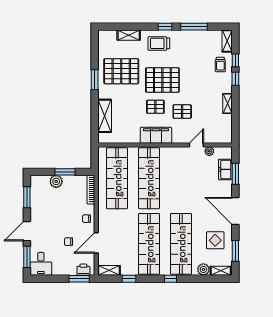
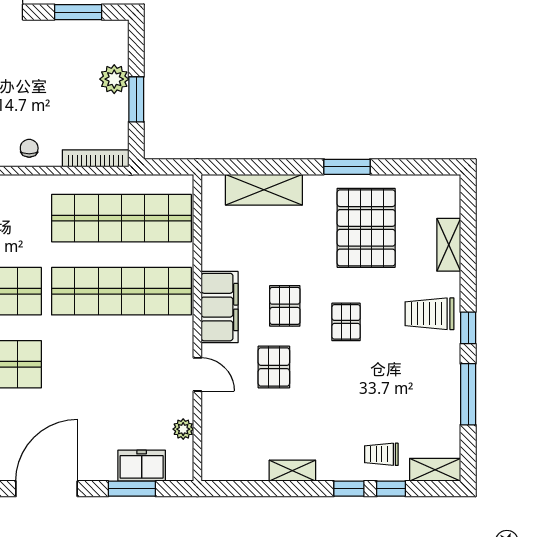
trolley: (159, 43) -> (429, 314), turned -90
pallet: (162, 80) -> (346, 322), width x0.49, depth x0.50
door: (196, 145) -> (197, 374), moved

